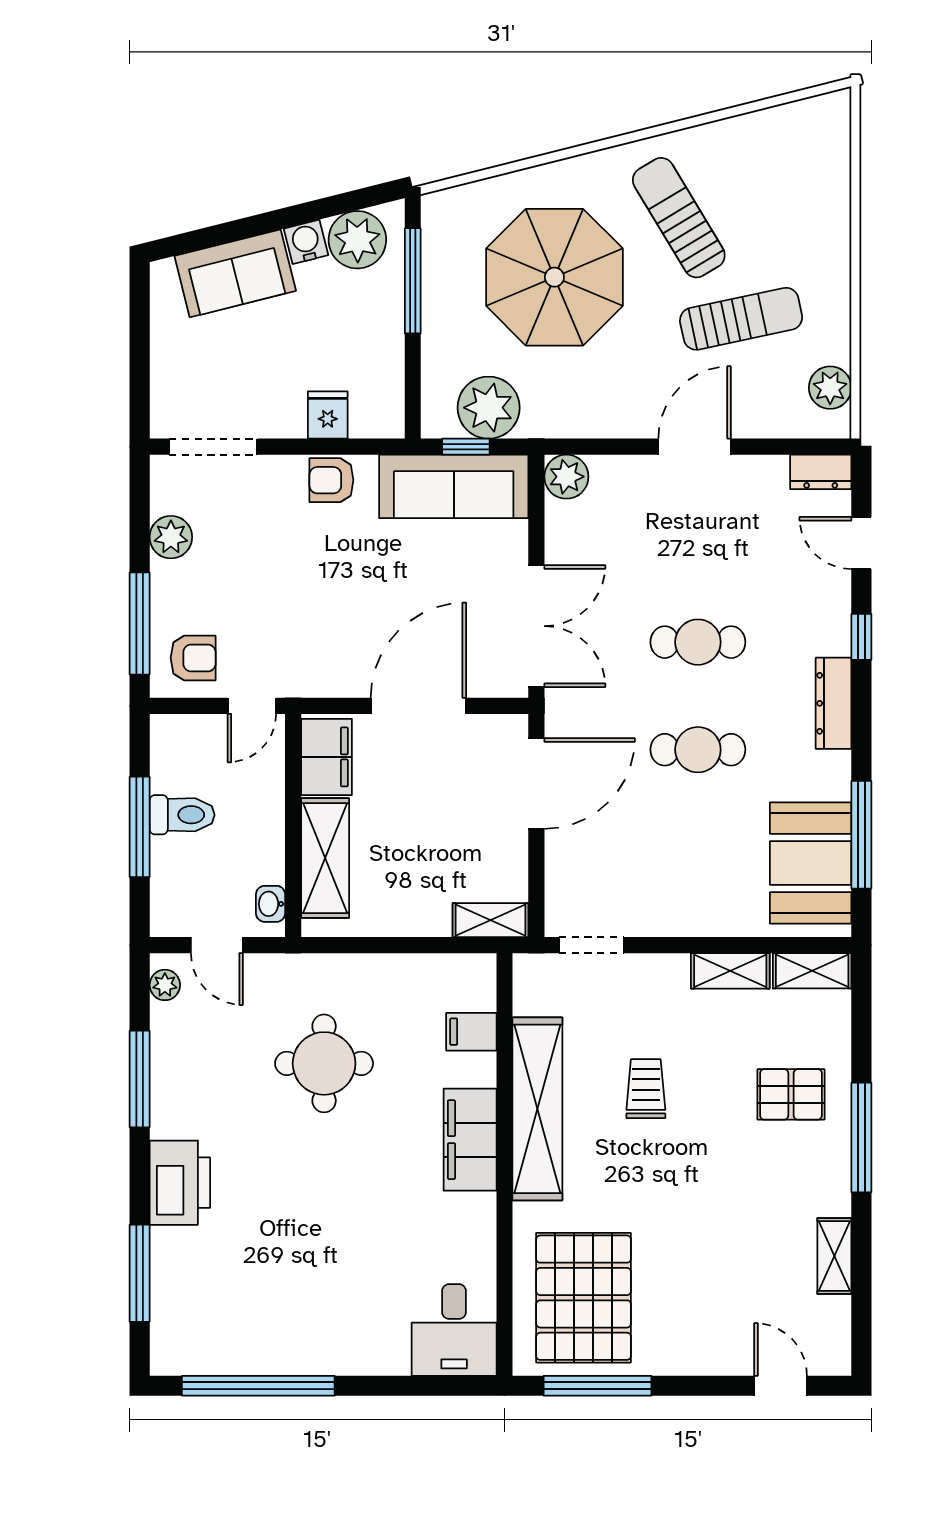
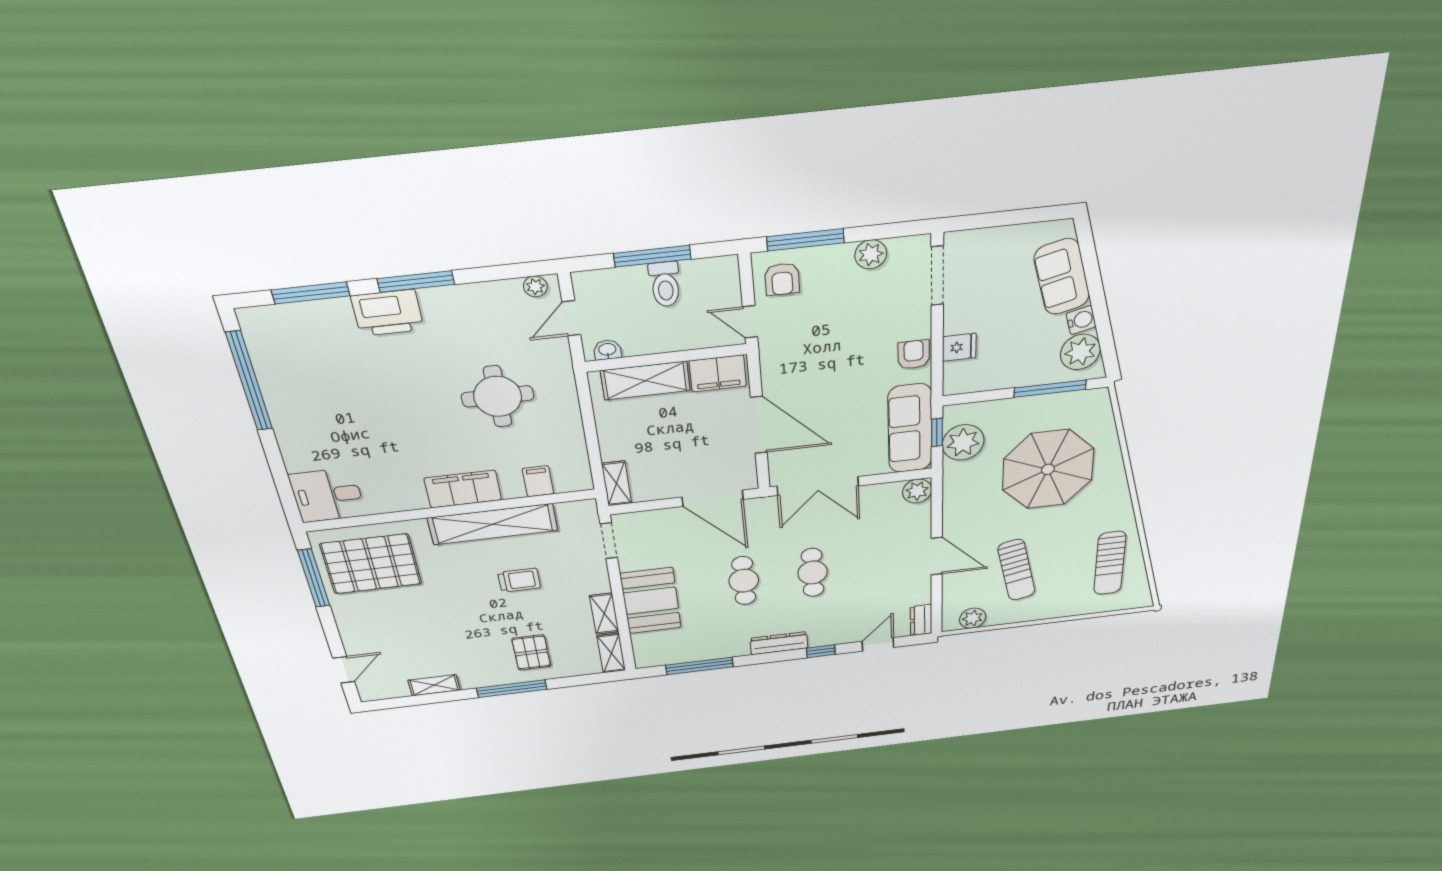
sun lounger: (679, 218) -> (1110, 563), moved, turned 121
booth: (811, 863) -> (651, 601), moved, turned 90
window: (140, 1079) -> (416, 282), moved

